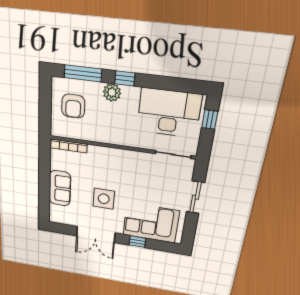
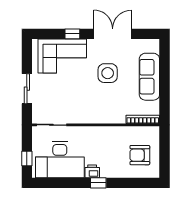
window: (83, 73) -> (133, 183), removed
plant: (112, 92) -> (108, 170), removed
printer: (131, 94) -> (92, 171), added
armchair: (73, 106) -> (140, 155), turned -90
sofa: (60, 188) -> (149, 77), width x1.36

